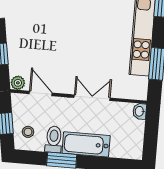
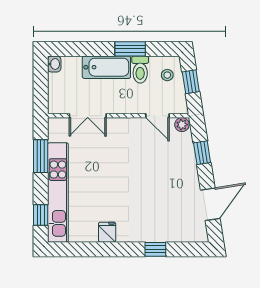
double door: (92, 98) -> (88, 116), moved
washbasin: (140, 111) -> (54, 64), moved

